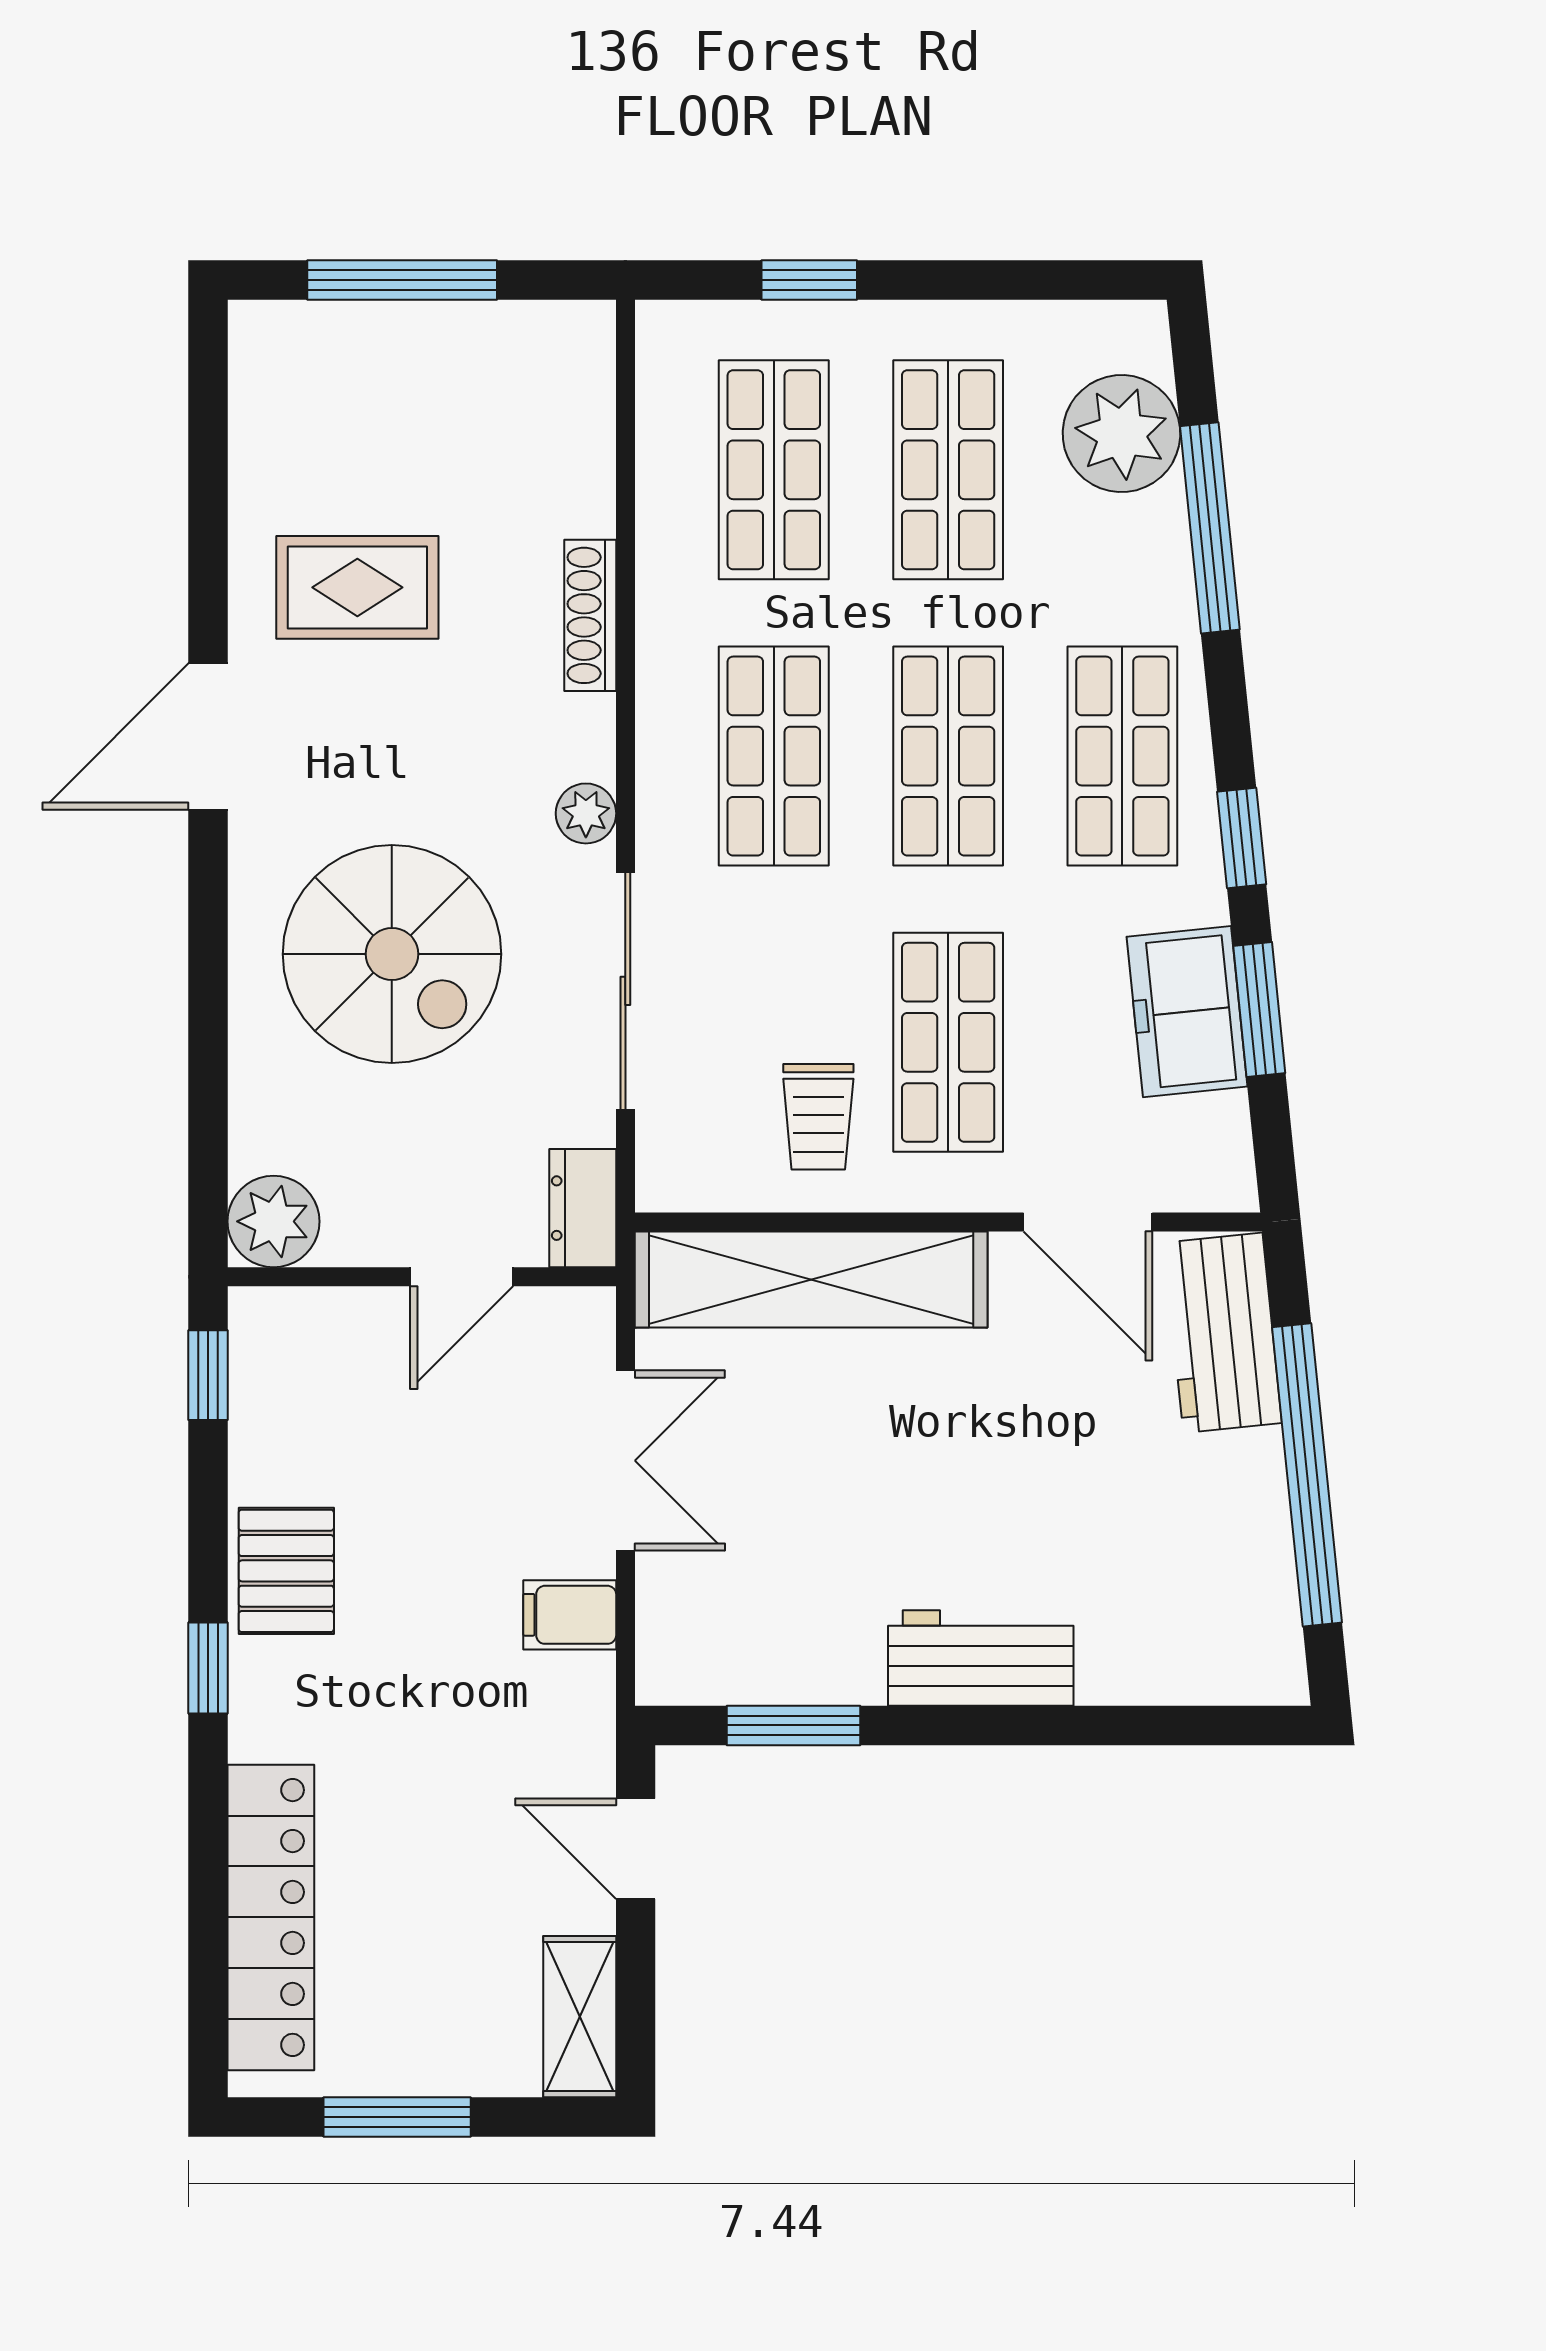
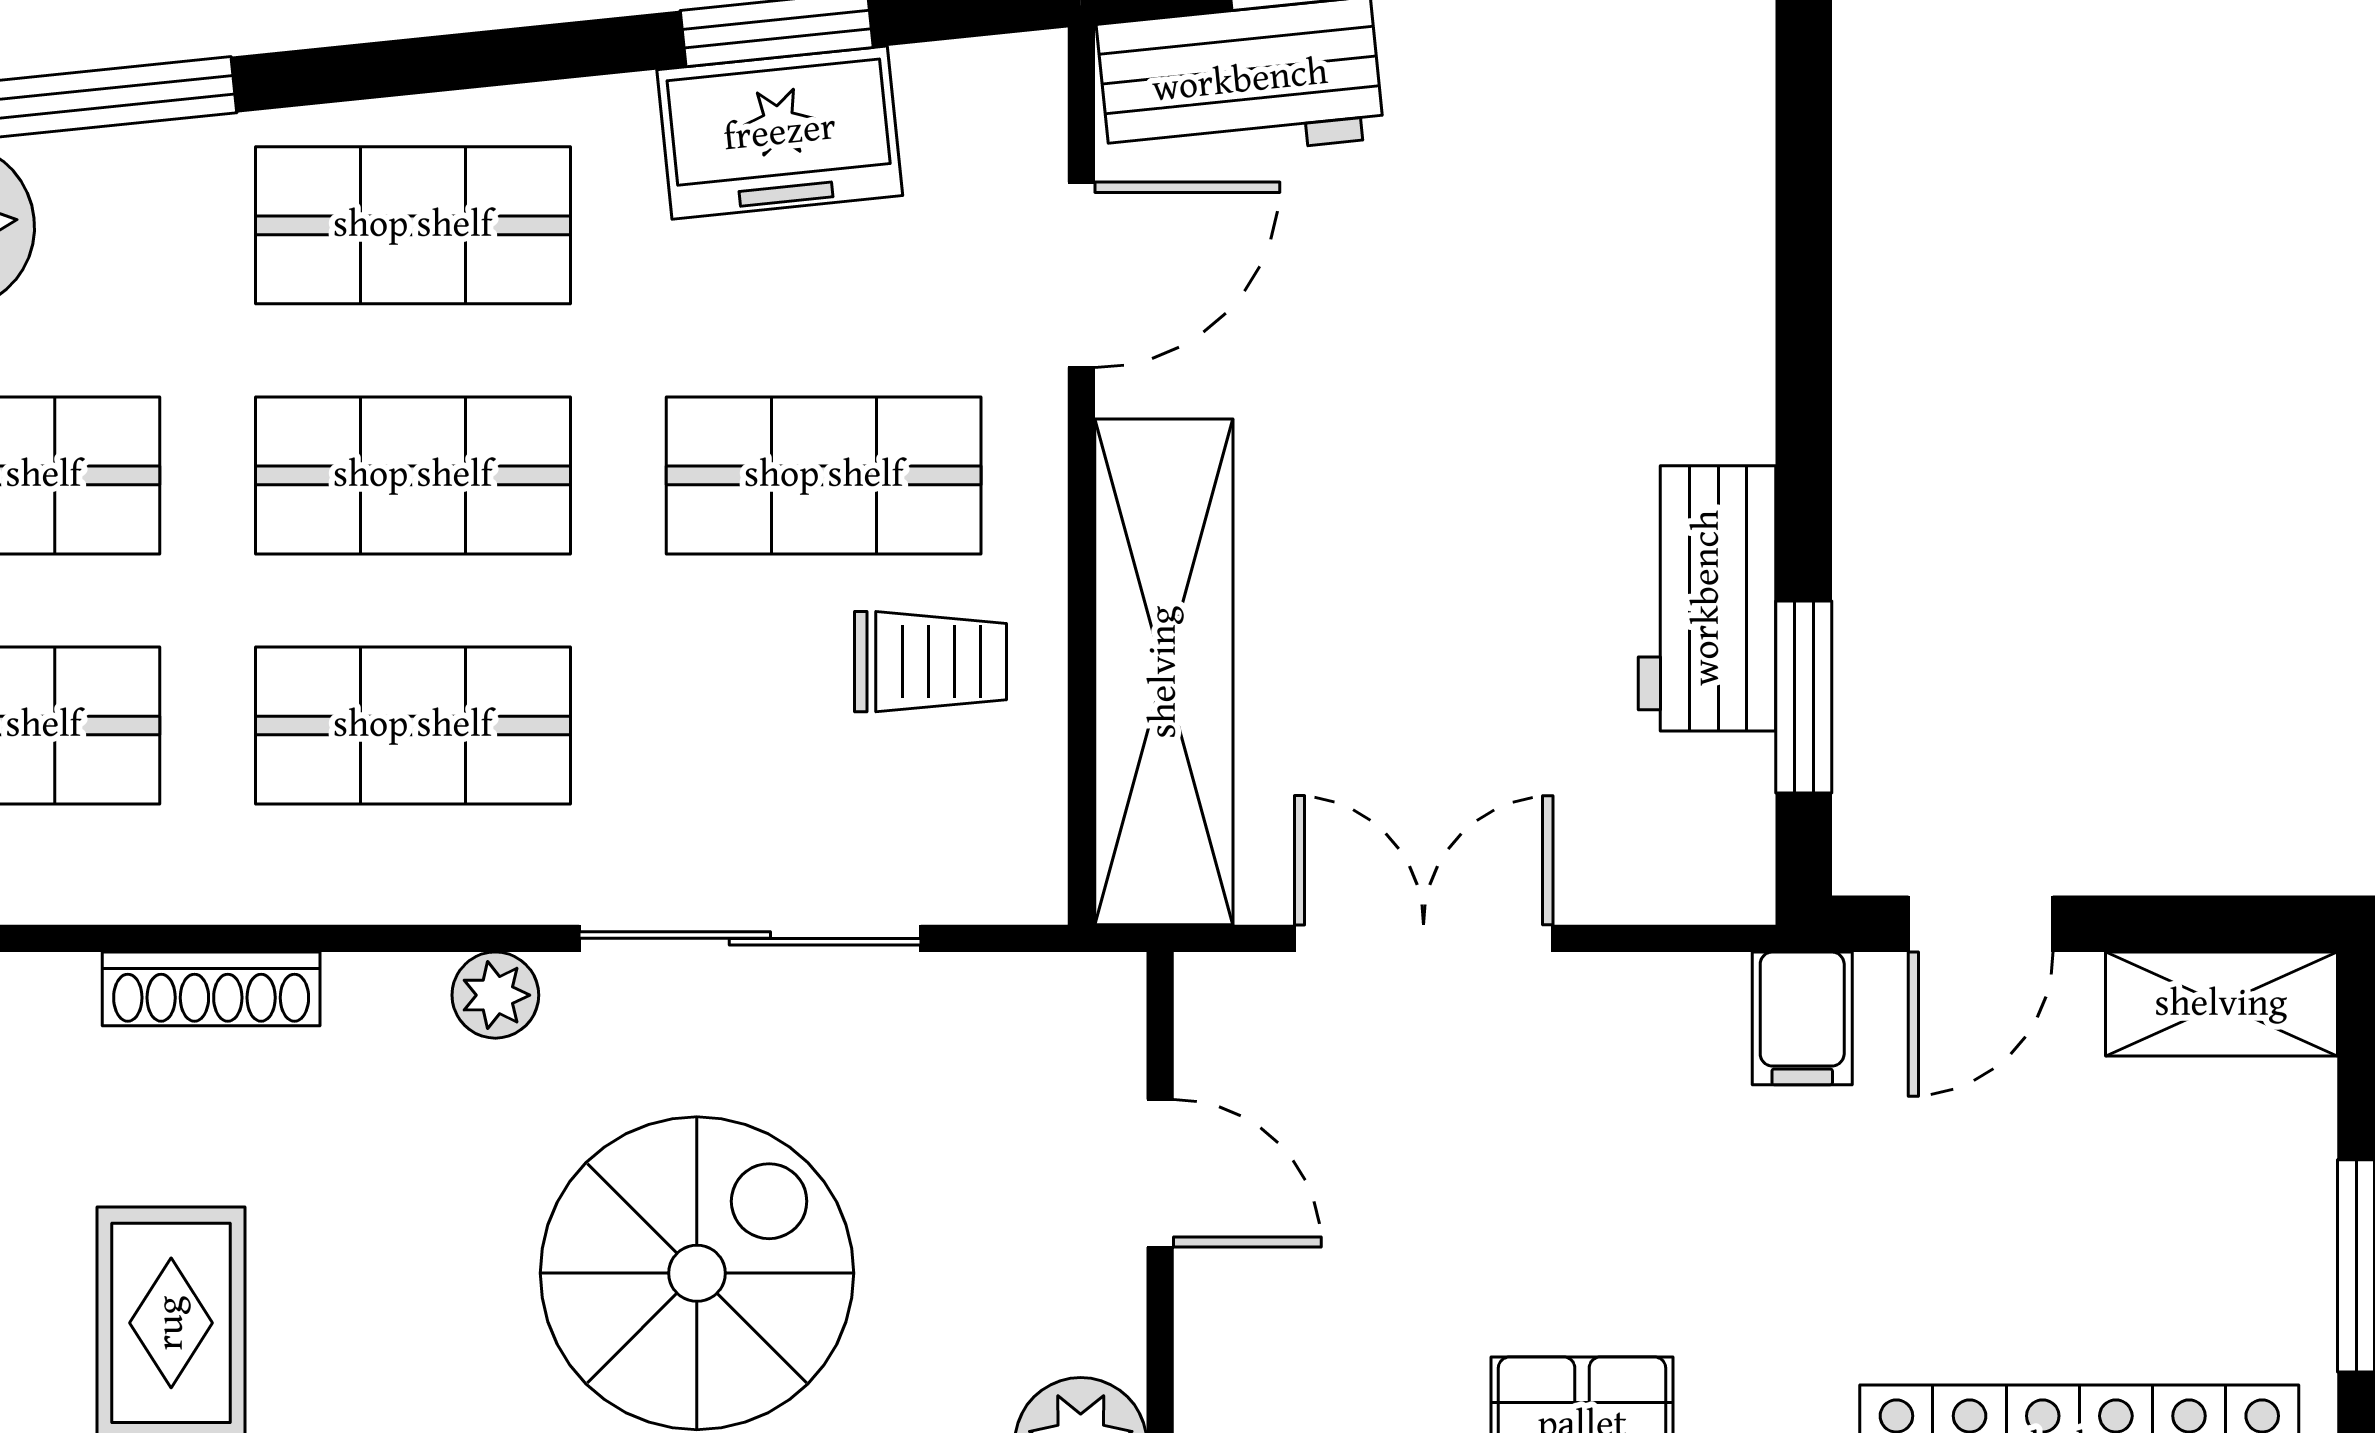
window: (1242, 838) -> (530, 54), removed
dresser: (583, 1208) -> (1062, 1000), removed
filing cabinet: (570, 1615) -> (1802, 1018), moved
workbench: (981, 1658) -> (1707, 598), moved

